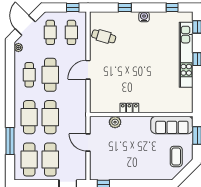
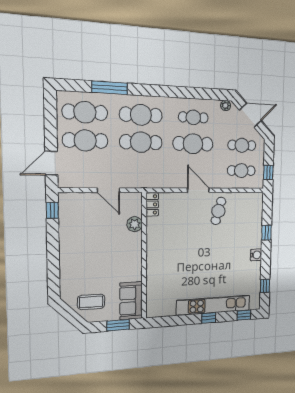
cafe table: (104, 36) -> (218, 211), moved
locker: (129, 108) -> (152, 204), moved
sofa: (172, 125) -> (131, 301), width x0.73
door: (88, 142) -> (108, 190), swing flipped

